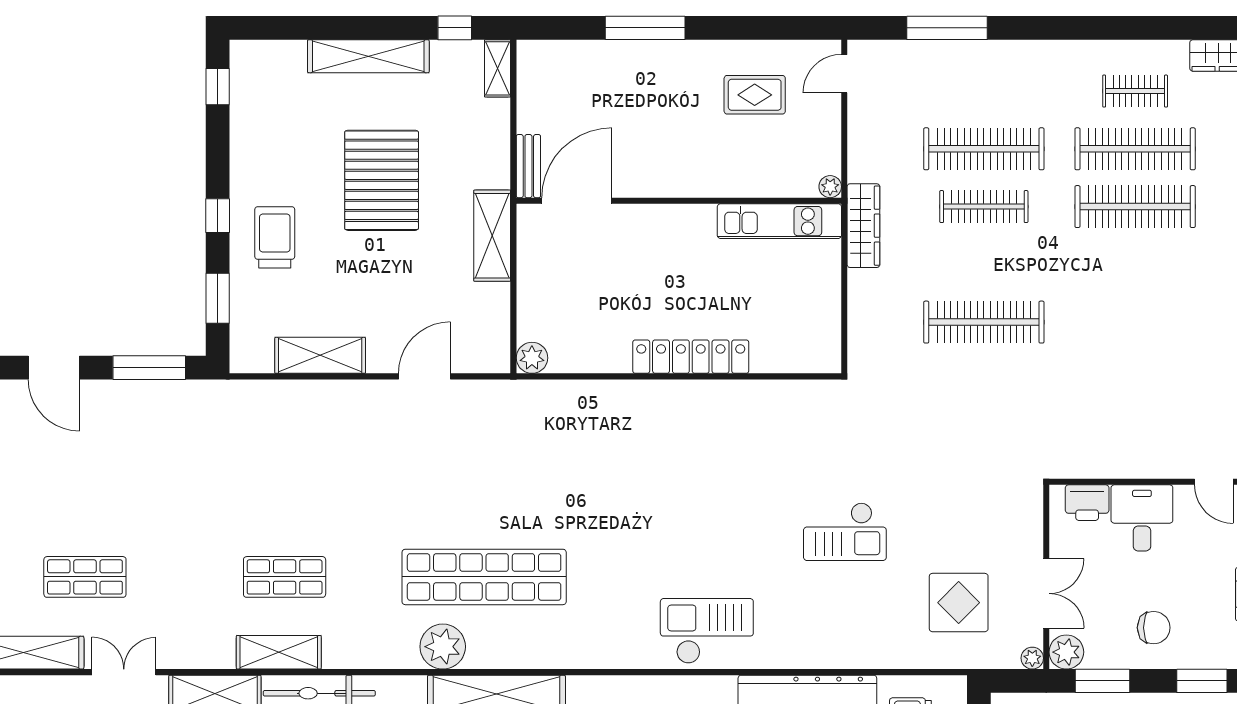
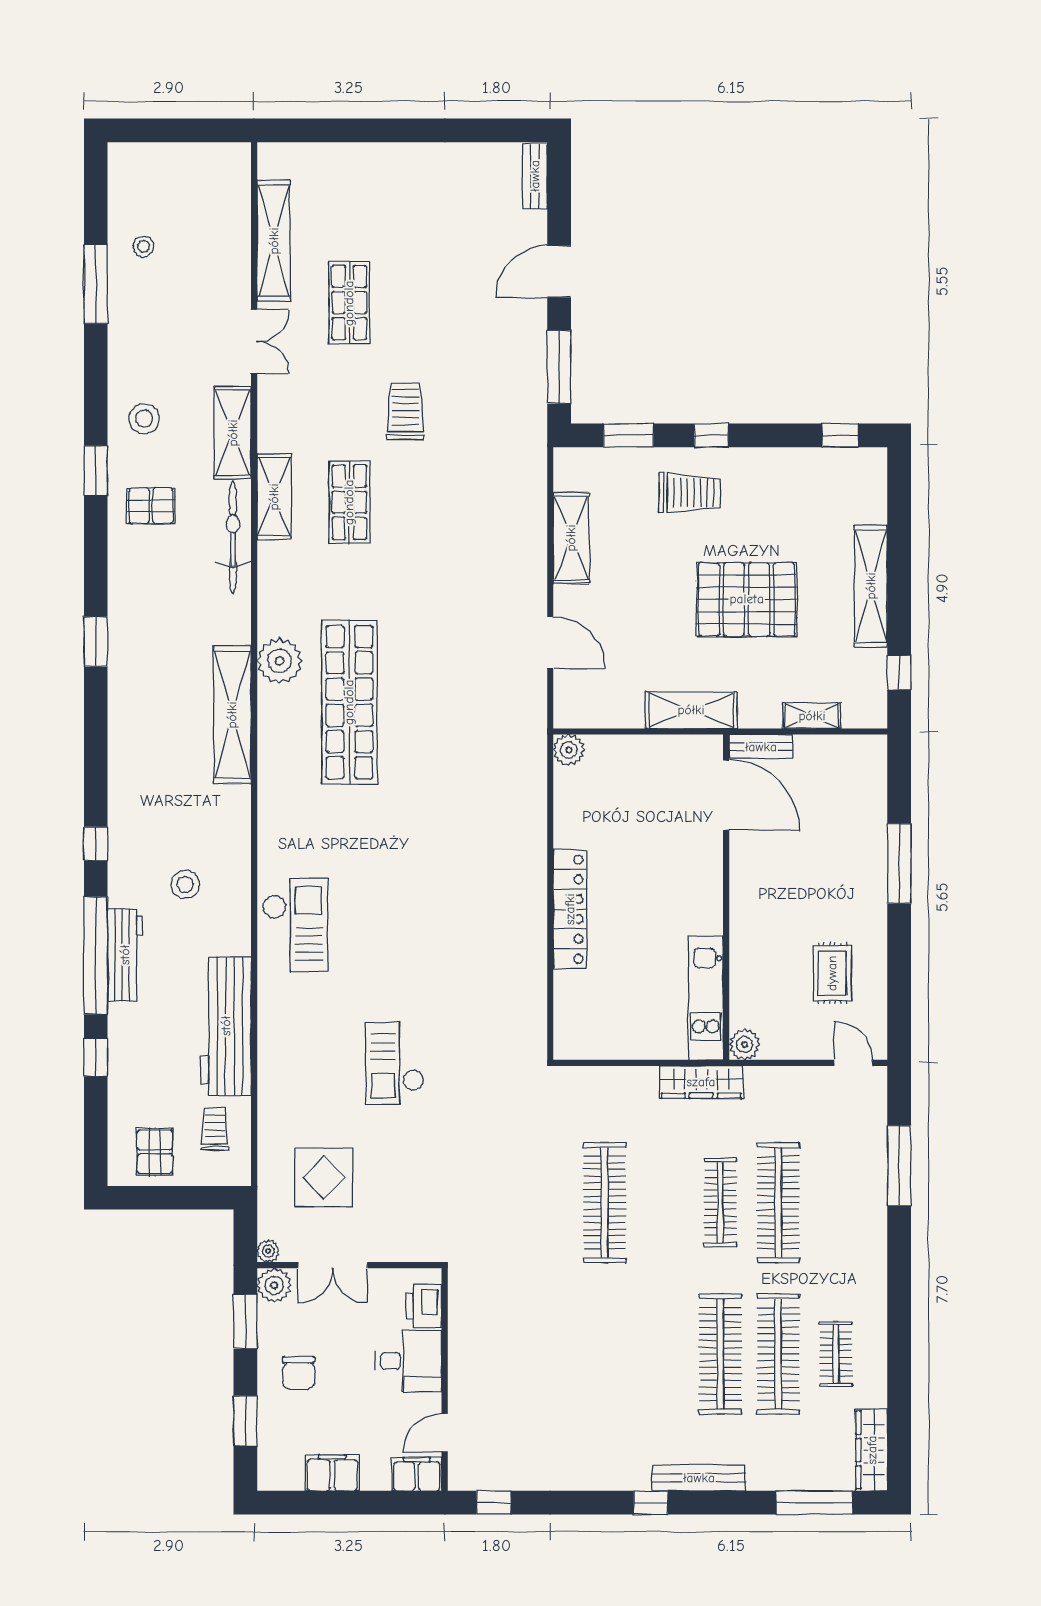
shelving: (498, 68) -> (812, 716), moved
plant: (830, 187) -> (744, 1045), width x1.38, depth x1.38
trolley: (193, 521) -> (405, 411), added

